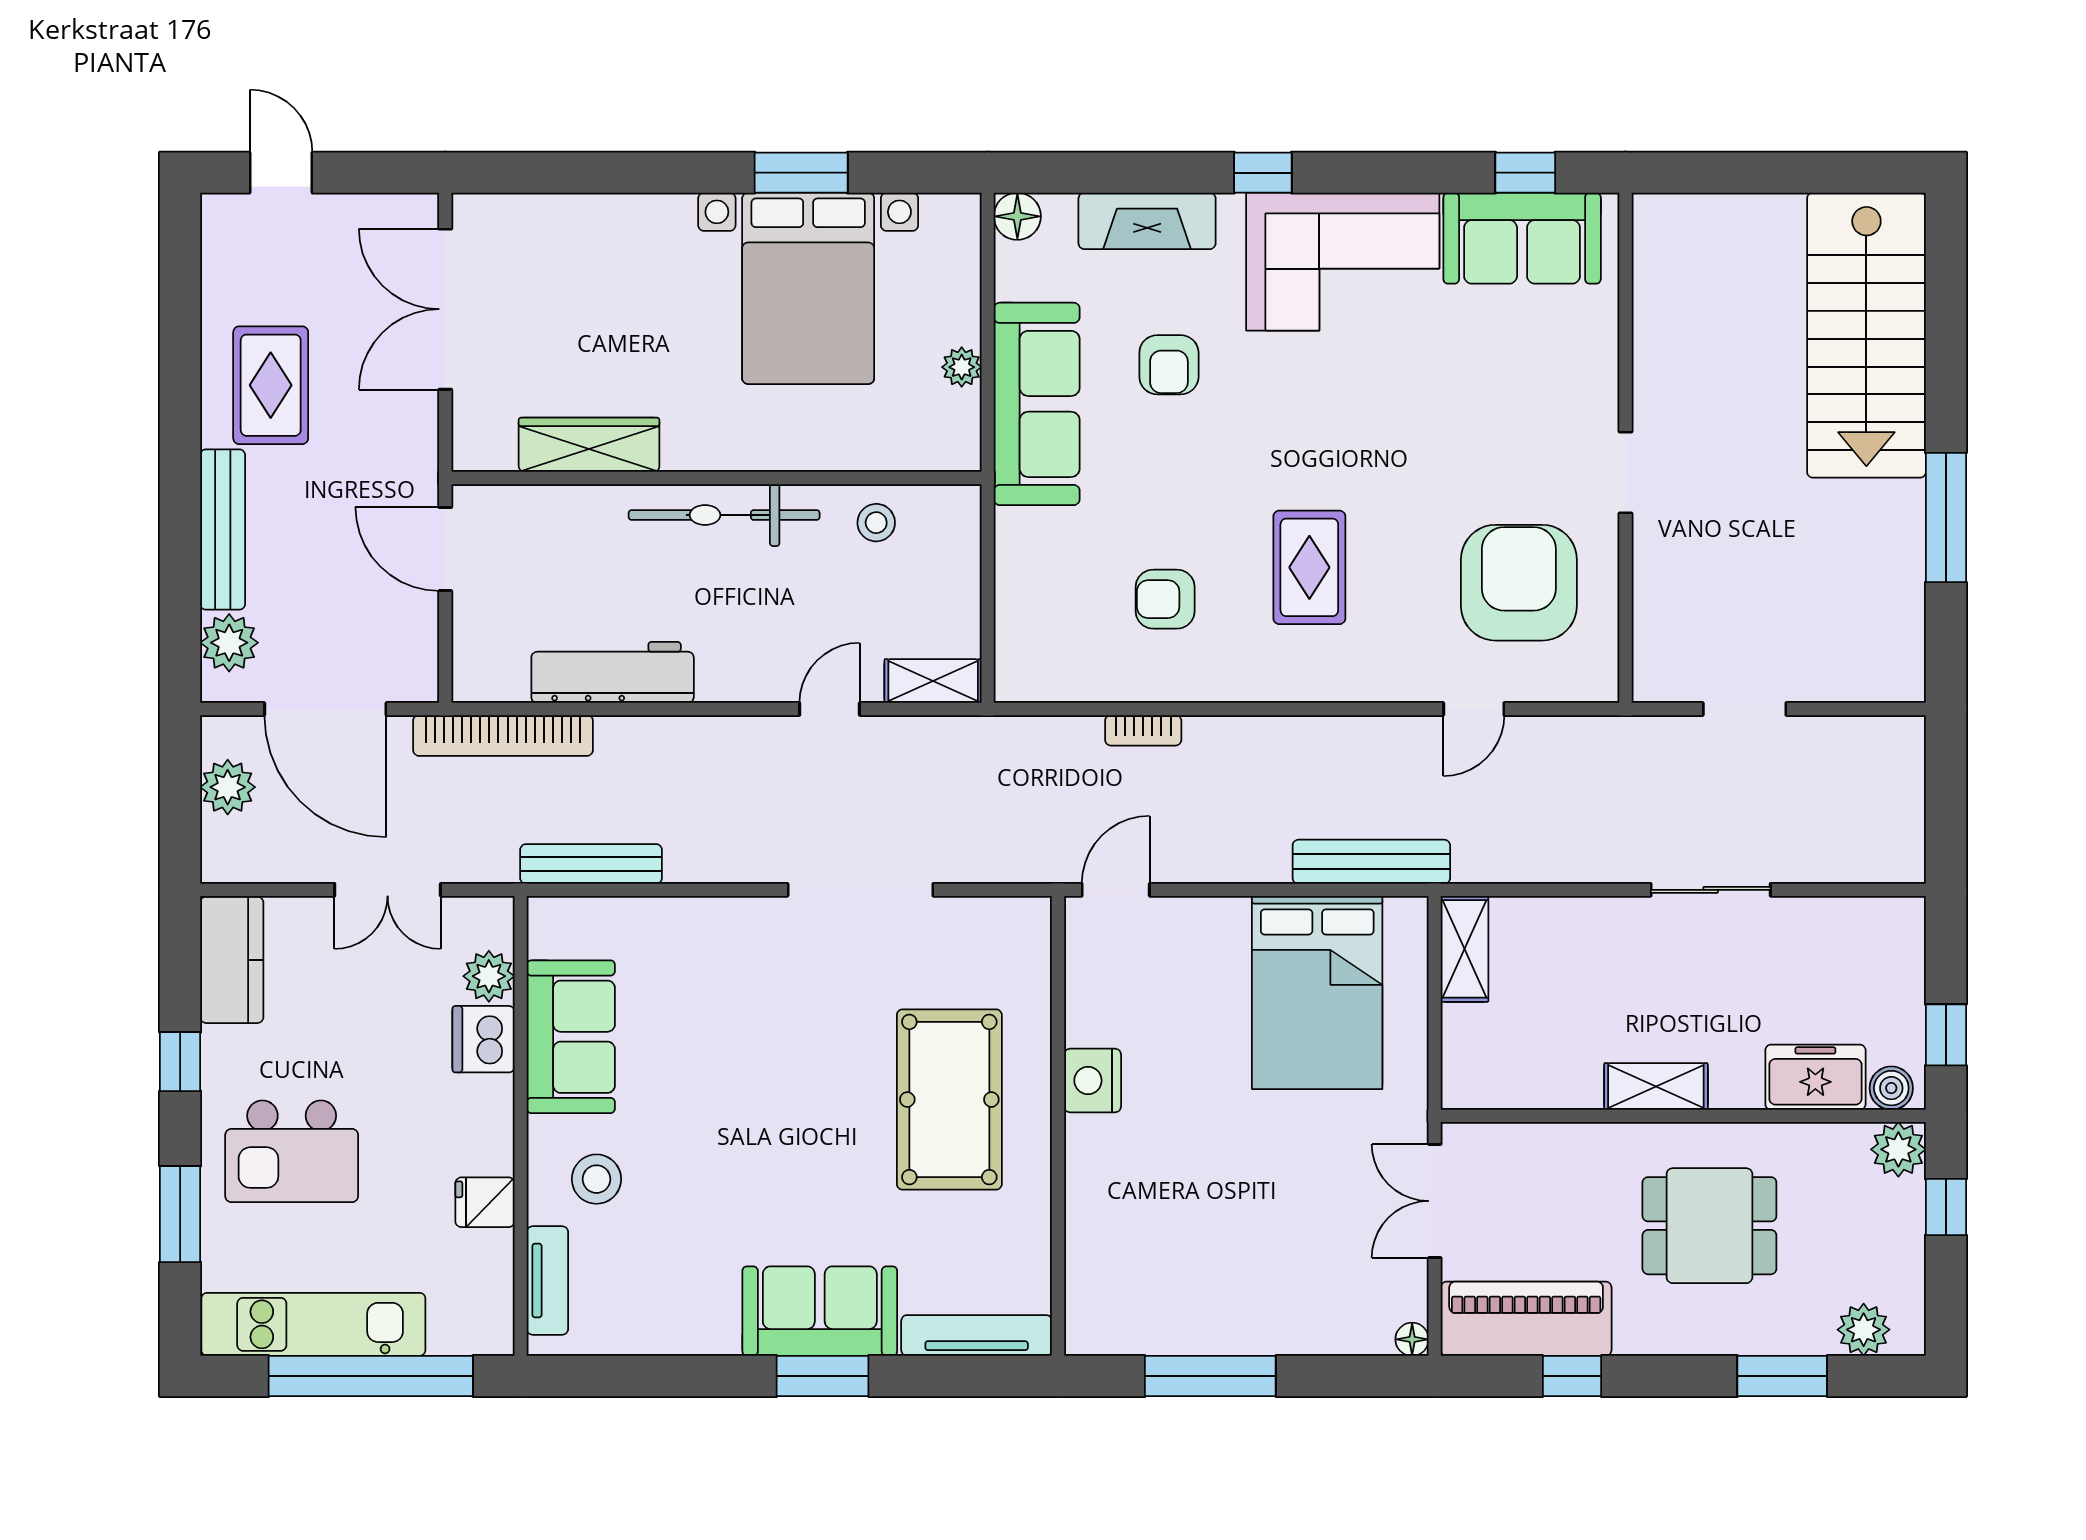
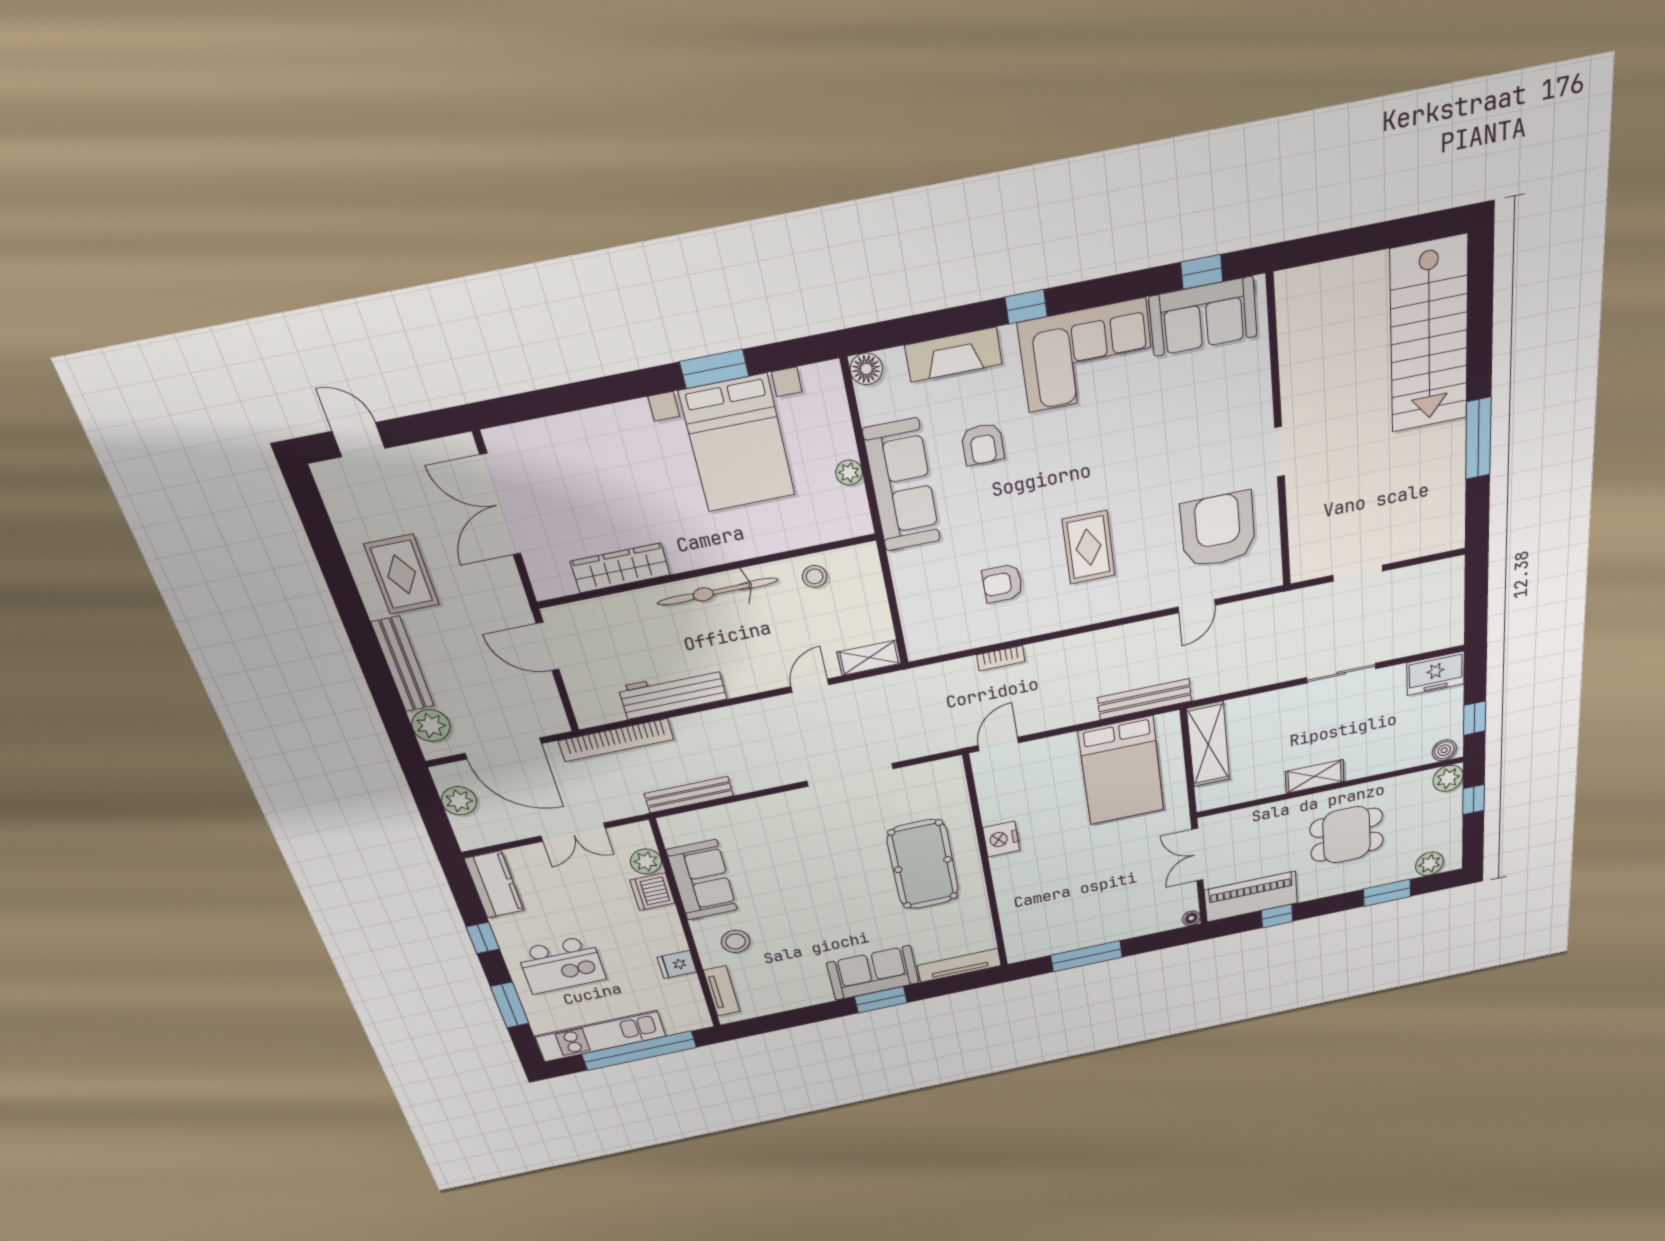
shelving: (1465, 949) -> (1208, 744), width x1.50, depth x1.33
freezer: (1815, 1077) -> (1436, 673), moved, turned 180

